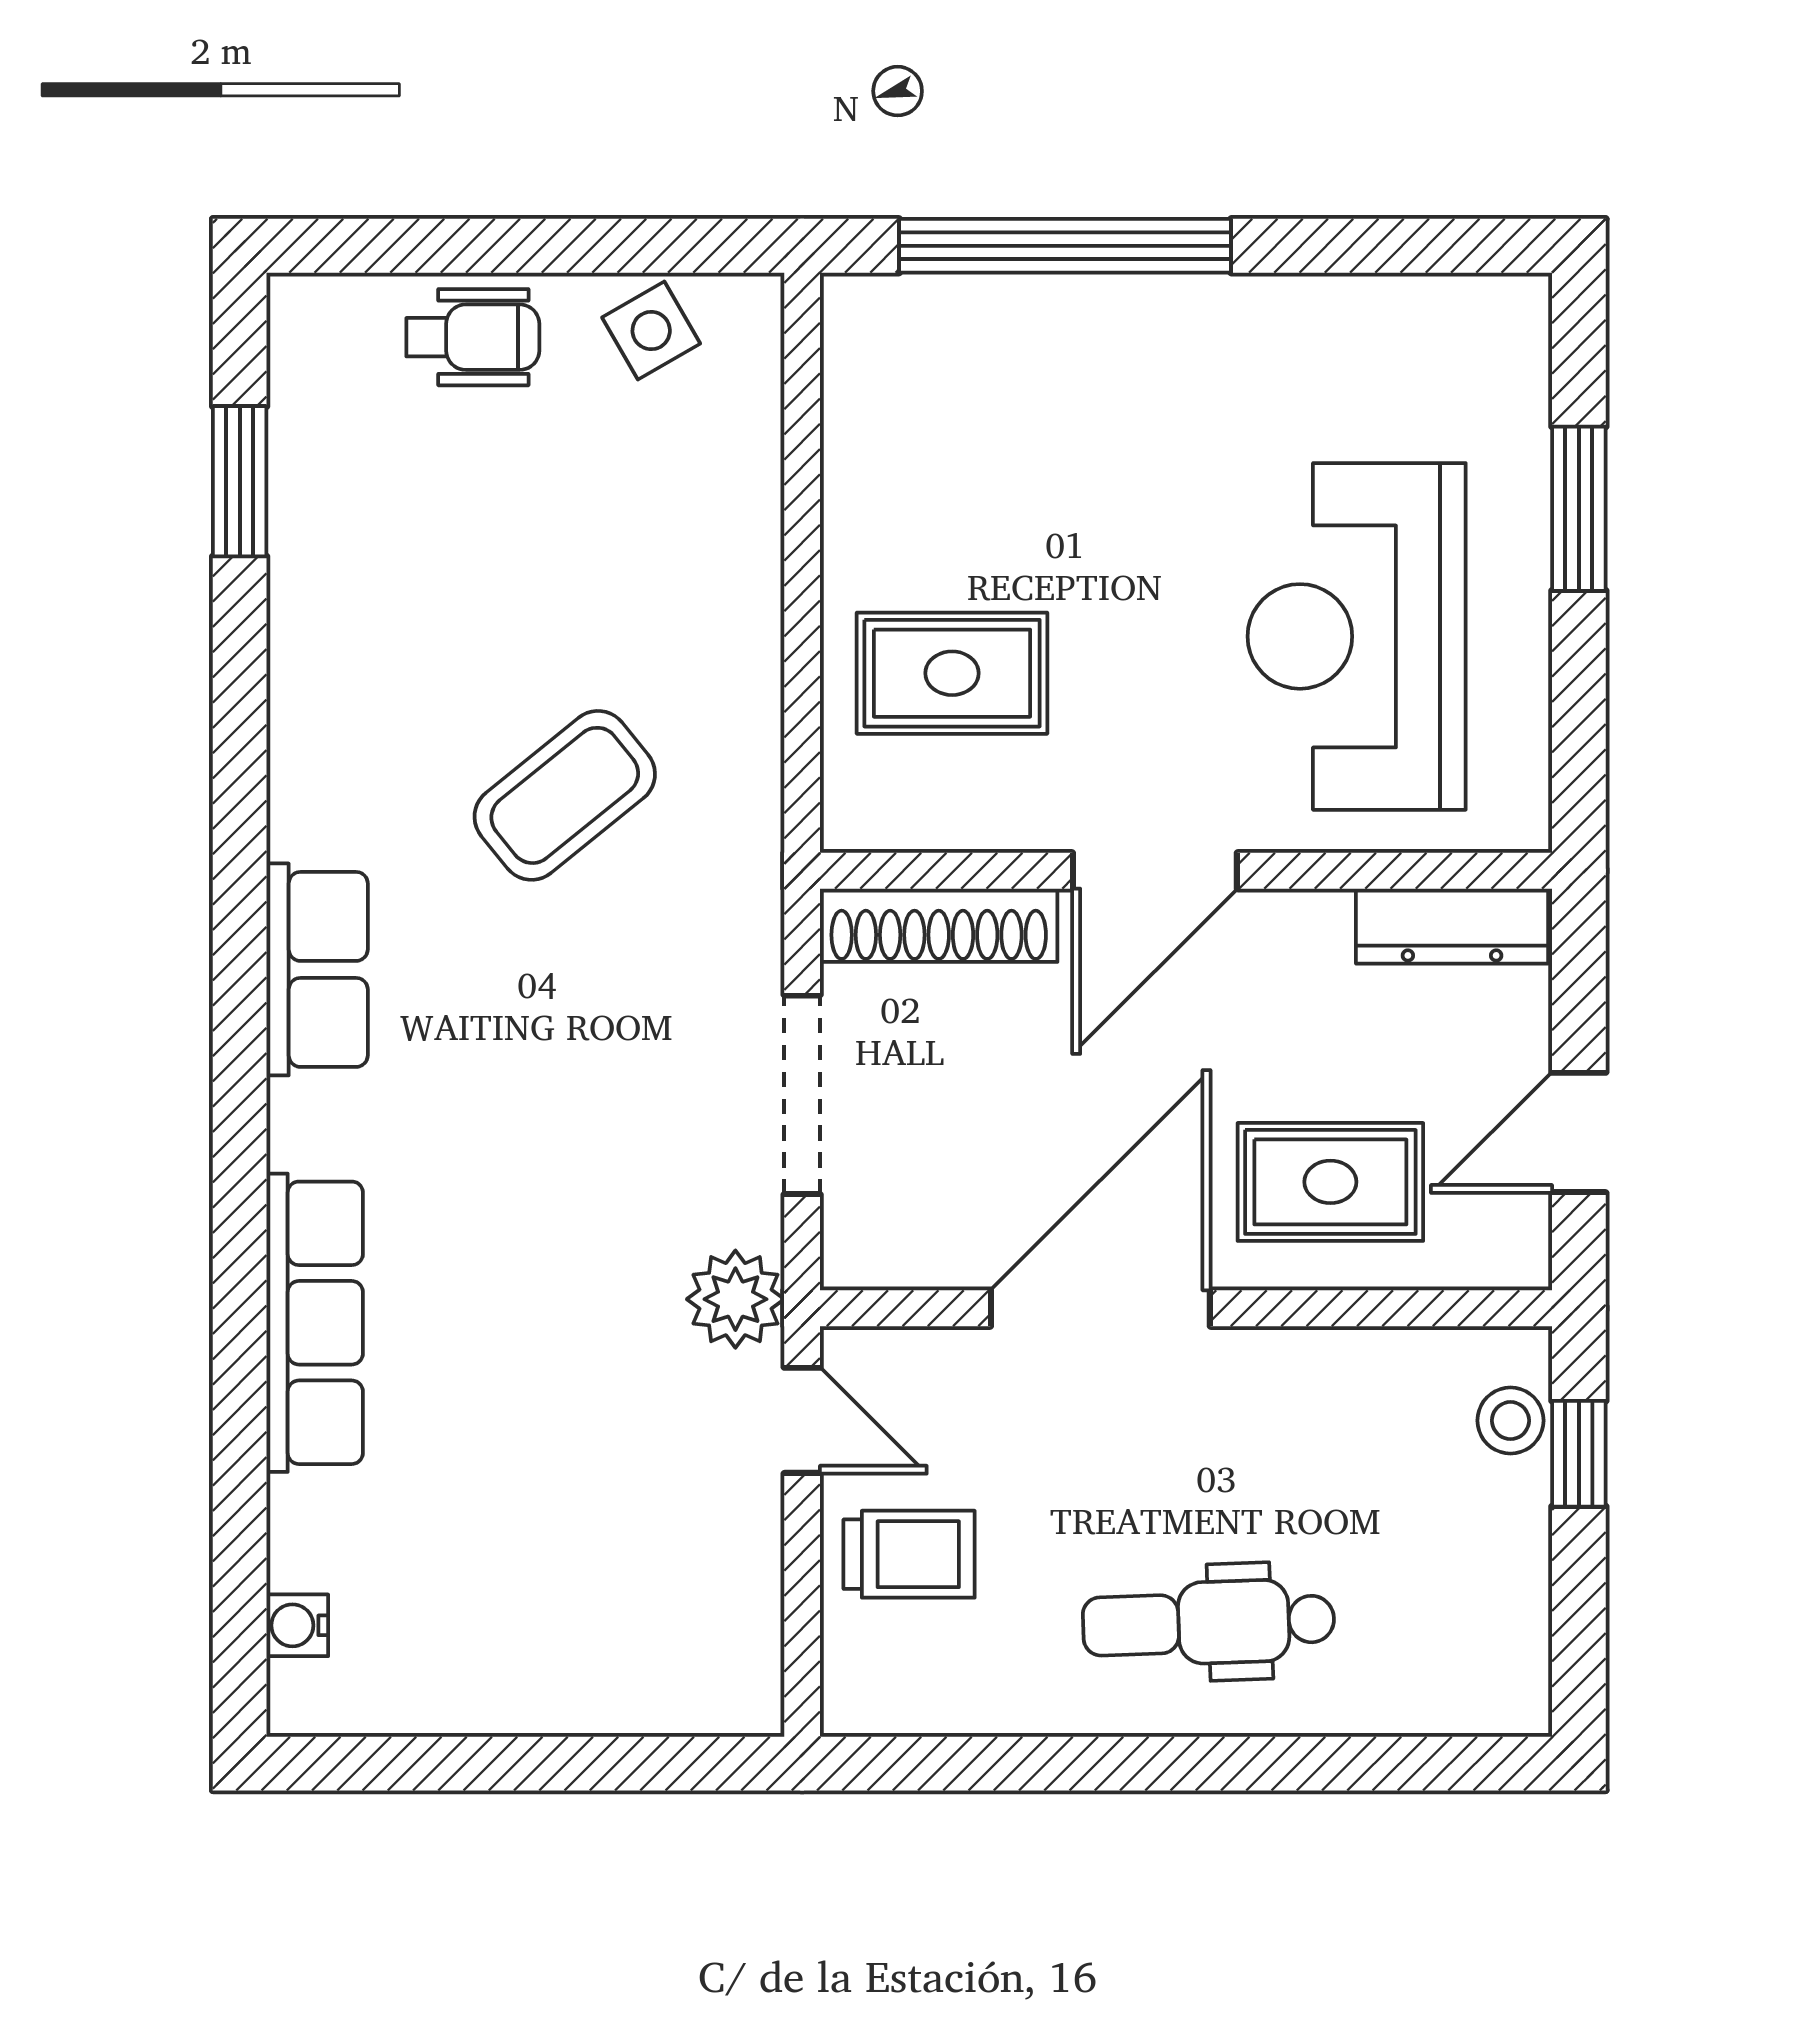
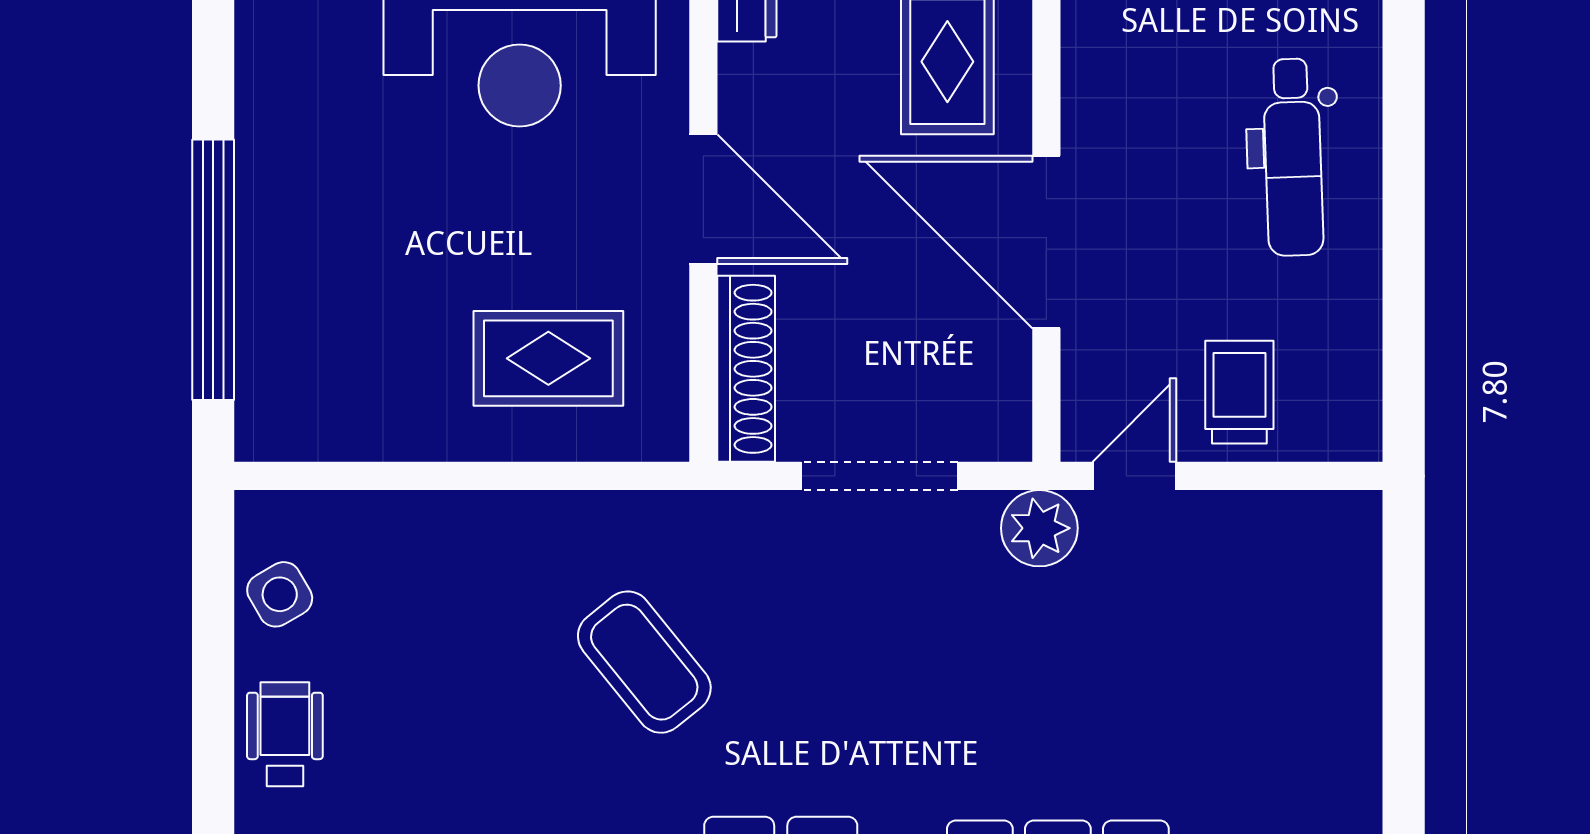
rug: (952, 673) -> (548, 358), turned 90

